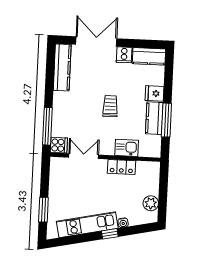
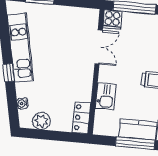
locker: (121, 167) -> (82, 118), moved
water cooler: (123, 223) -> (22, 103), moved

